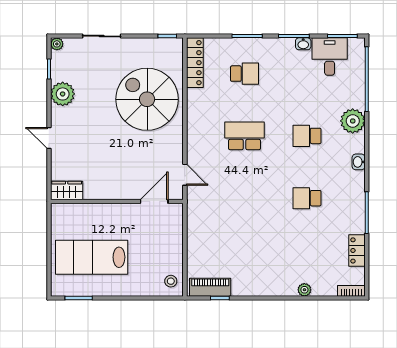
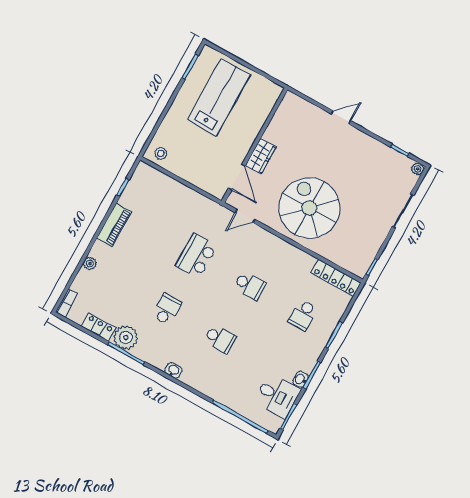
plant: (63, 94) -> (372, 150), removed
spiral stairs: (147, 99) -> (309, 208), moved, turned -90
plant: (353, 121) -> (126, 337), moved
school desk: (245, 136) -> (250, 285), width x0.54
school desk: (307, 136) -> (220, 339), turned 90
wardrobe: (67, 190) -> (261, 156), moved
school desk: (245, 198) -> (197, 256), added
piano: (210, 287) -> (114, 225), moved

